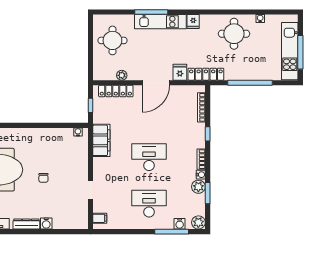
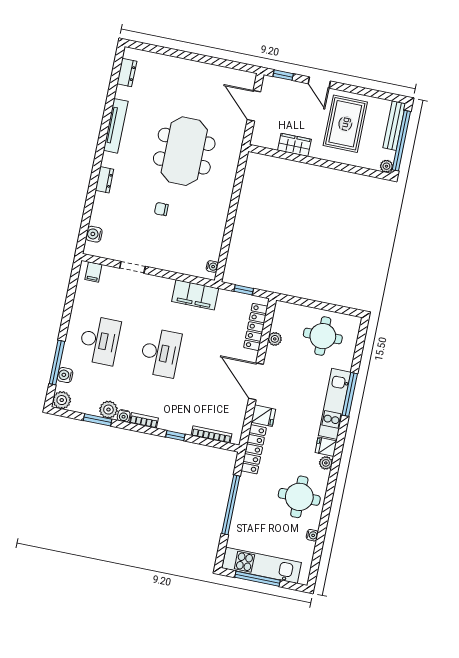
plant: (205, 19) -> (326, 463), added
dresser: (26, 224) -> (104, 180), width x0.70
water cooler: (46, 224) -> (94, 234), moved

